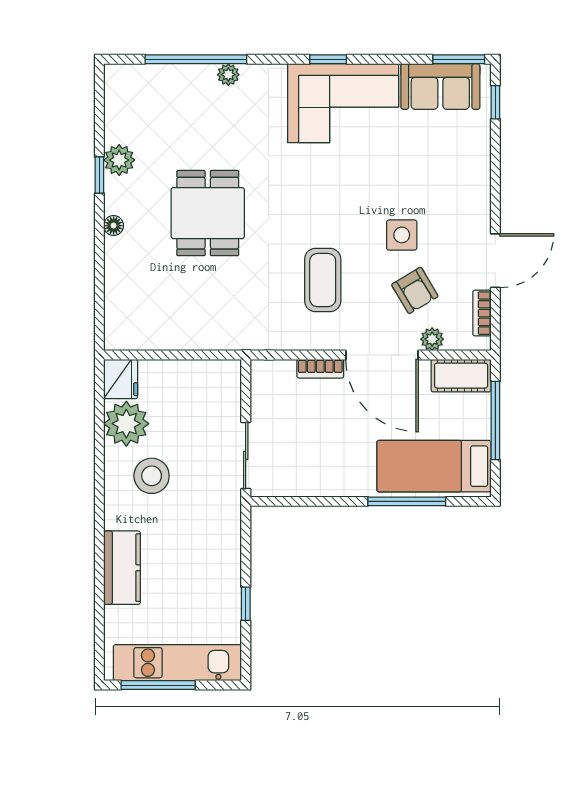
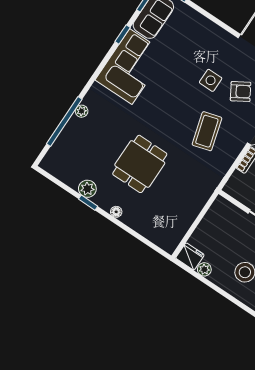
window: (328, 59) -> (123, 34), moved
dining table: (208, 213) -> (140, 164), turned 90
coffee table: (323, 280) -> (207, 131), turned 74
plant: (126, 424) -> (204, 269), width x0.53, depth x0.53

